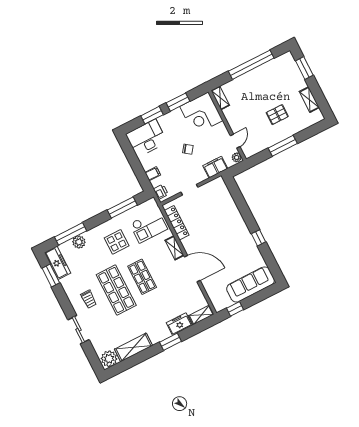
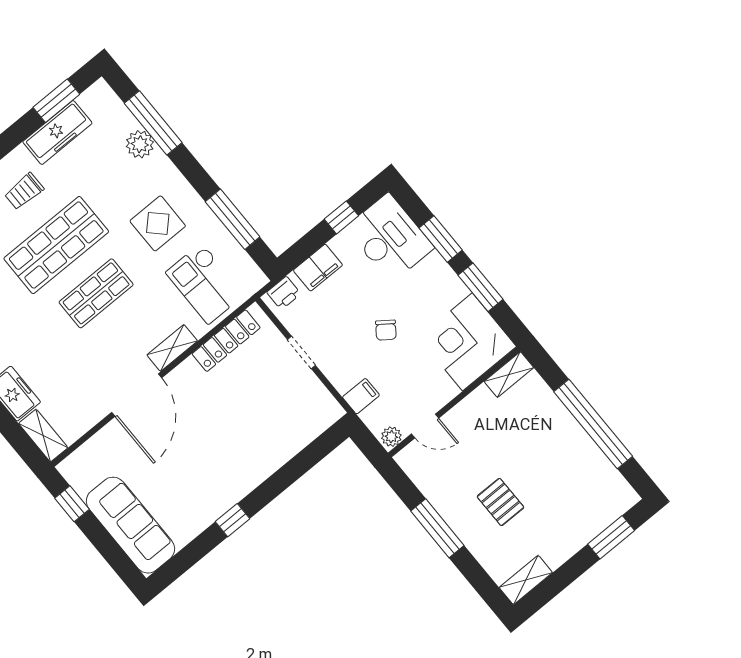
shelving: (309, 100) -> (526, 580), moved
window: (132, 158) -> (341, 217), added
filing cabinet: (215, 167) -> (361, 396), width x0.50
filing cabinet: (153, 174) -> (318, 268), width x2.00
freezer: (58, 263) -> (57, 132), moved

